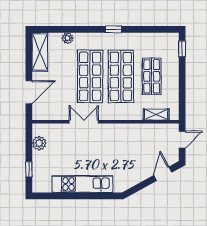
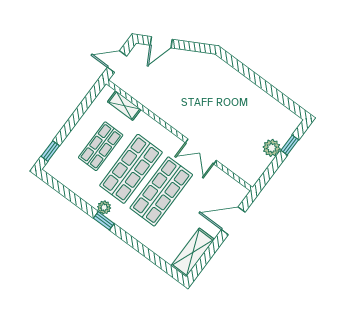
plant: (67, 38) -> (104, 207), moved
plant: (39, 143) -> (272, 148), moved
kitchen unit: (82, 184) -> (248, 91), removed

